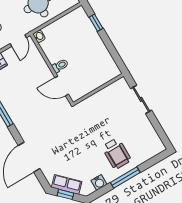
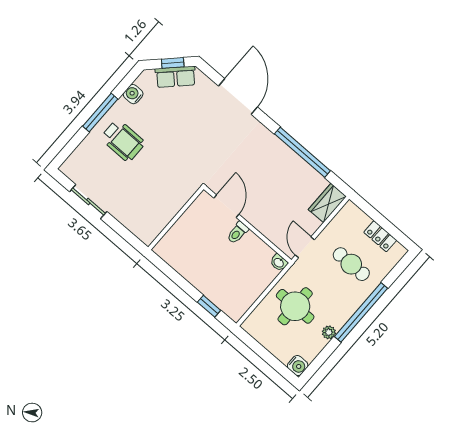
door: (62, 86) -> (226, 206), hinge flipped
sliding door: (141, 99) -> (88, 202), moved
wheelchair: (116, 154) -> (123, 141), turned 180

